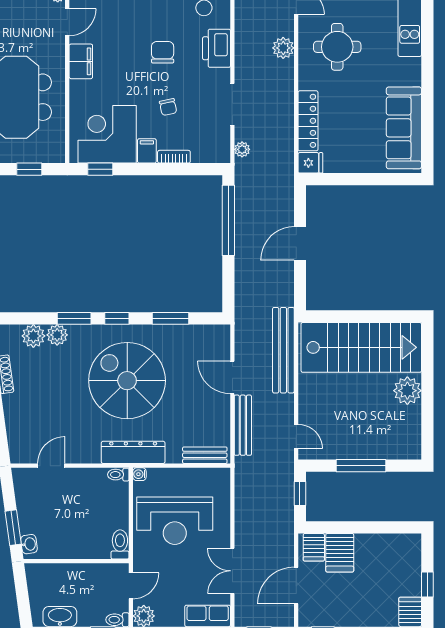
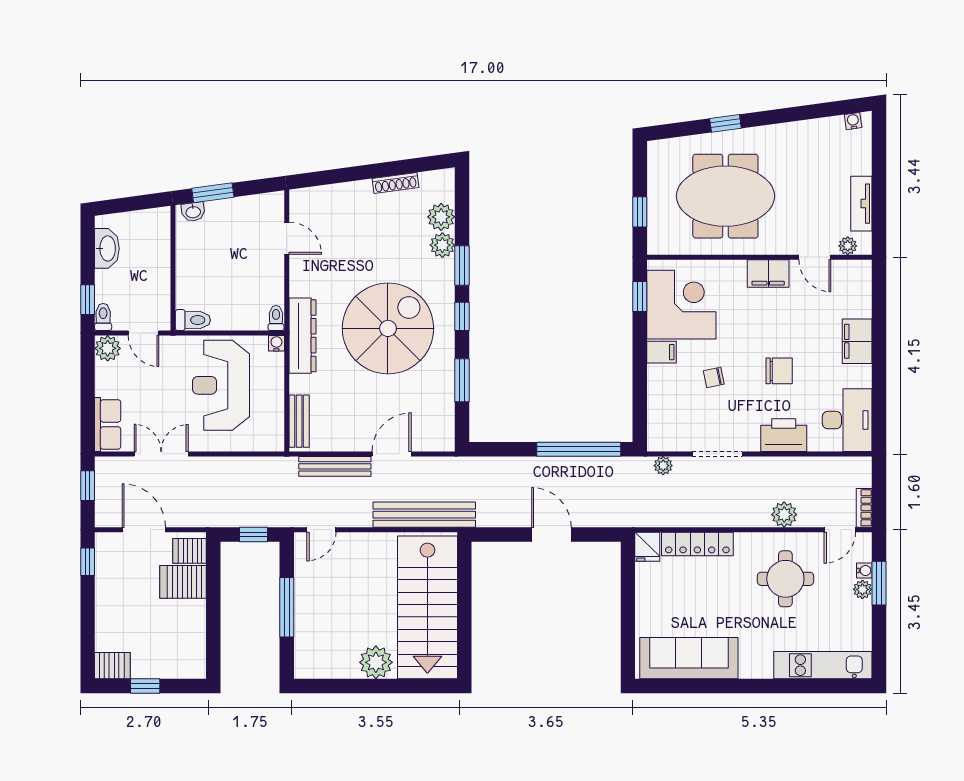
bookcase: (174, 157) -> (655, 384), removed

